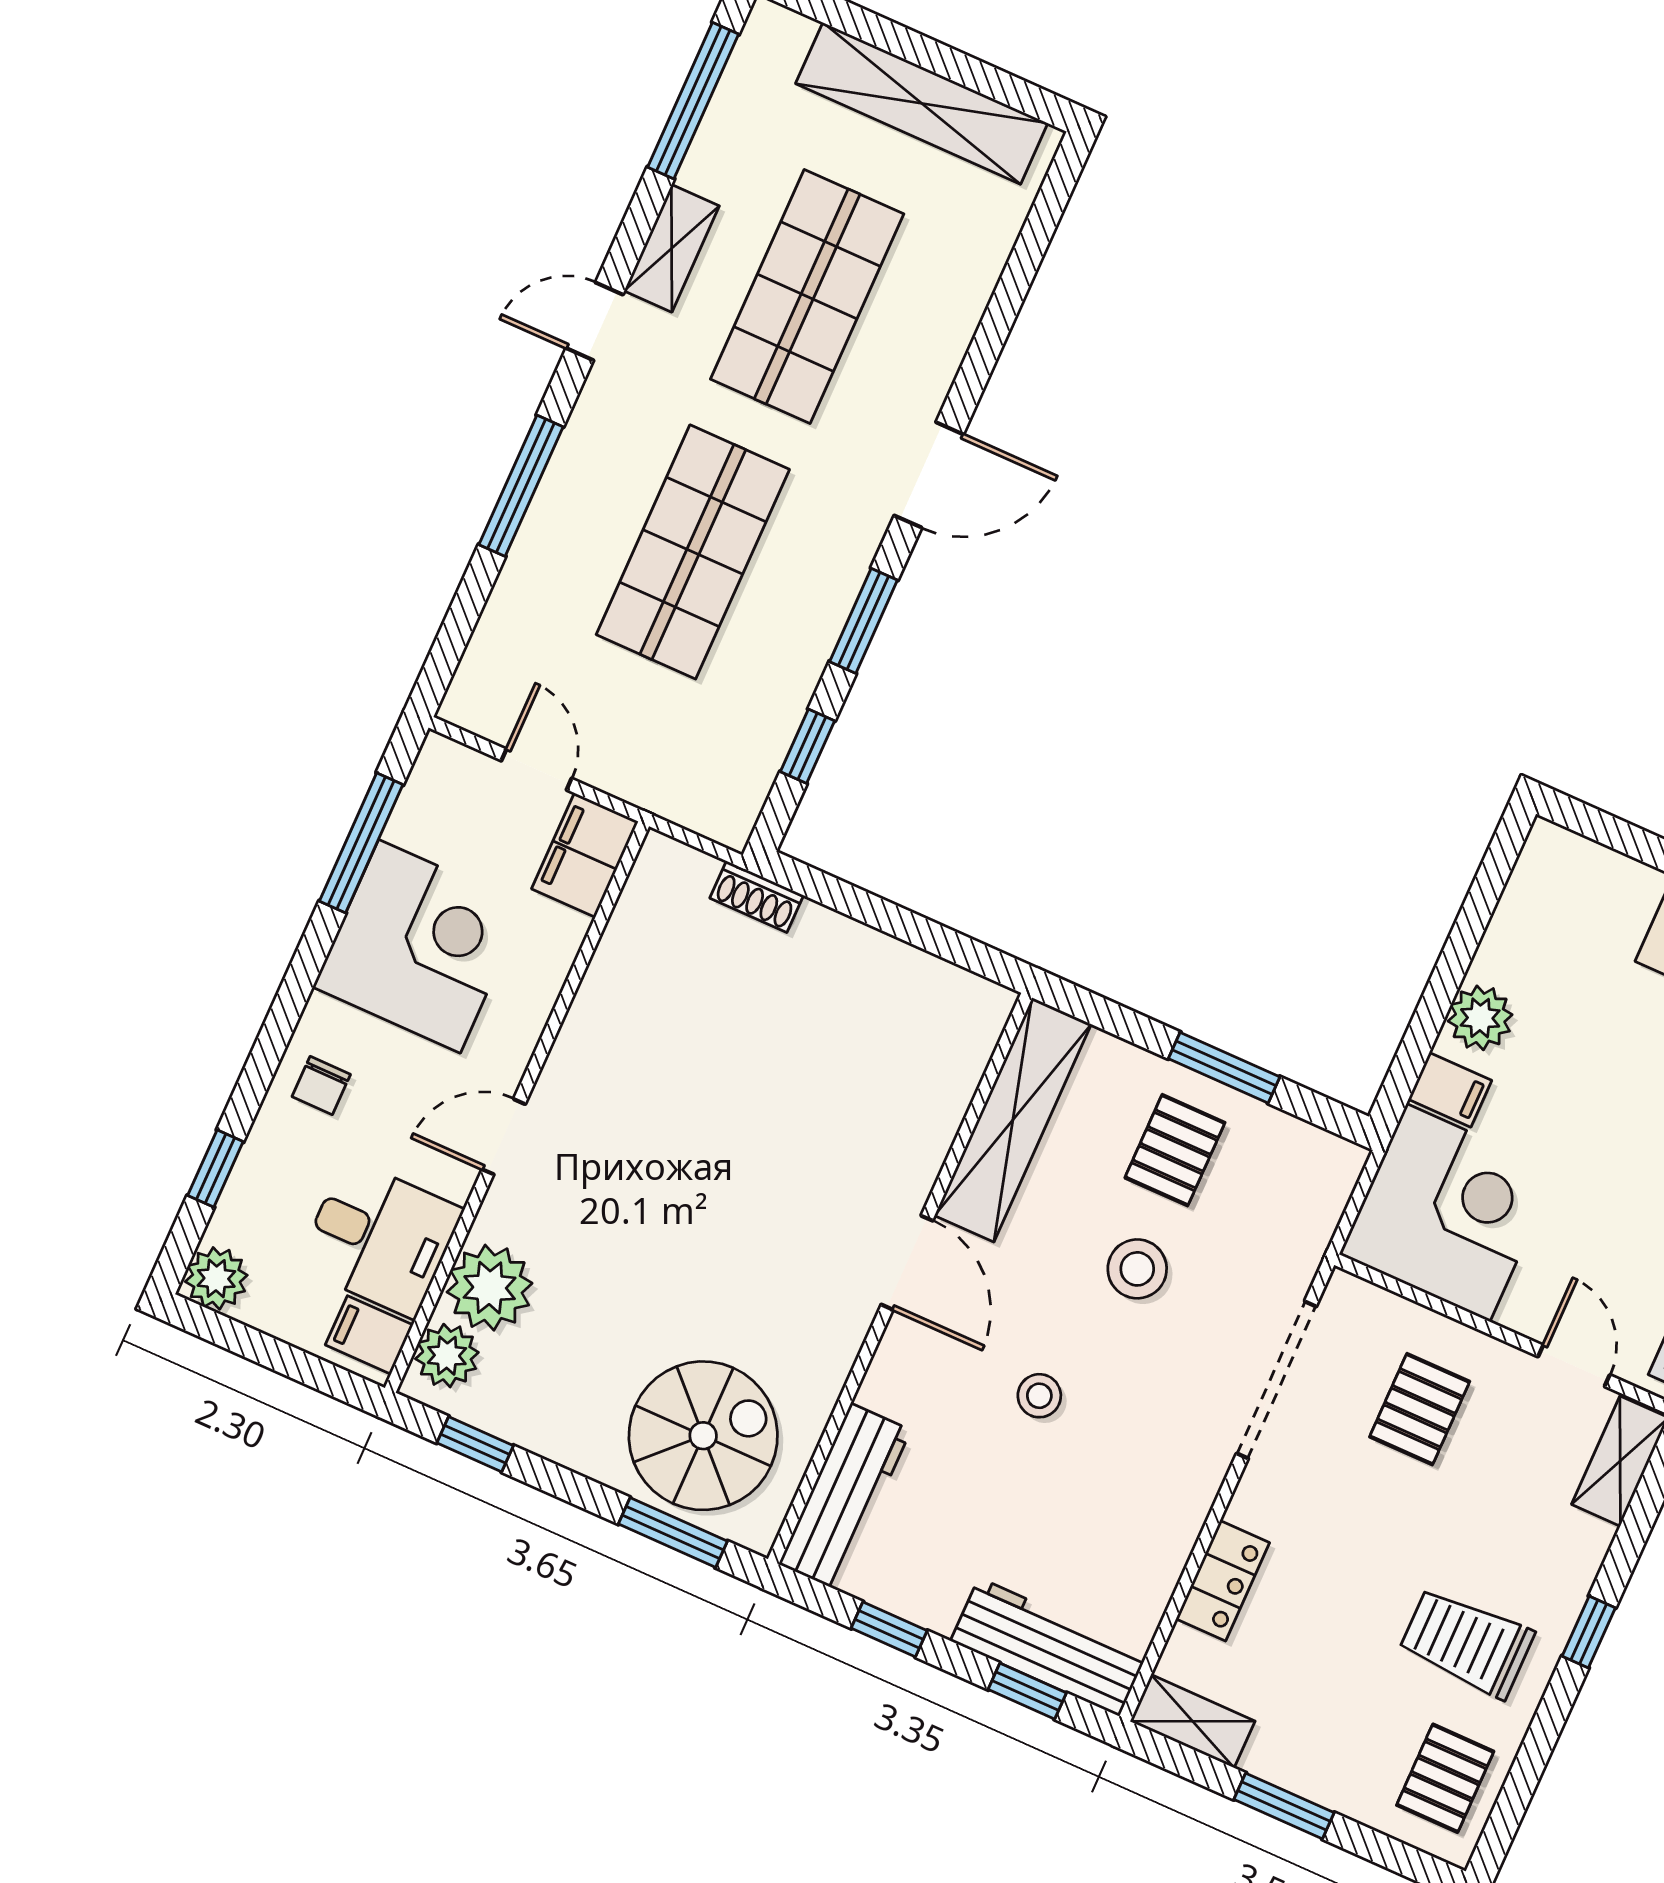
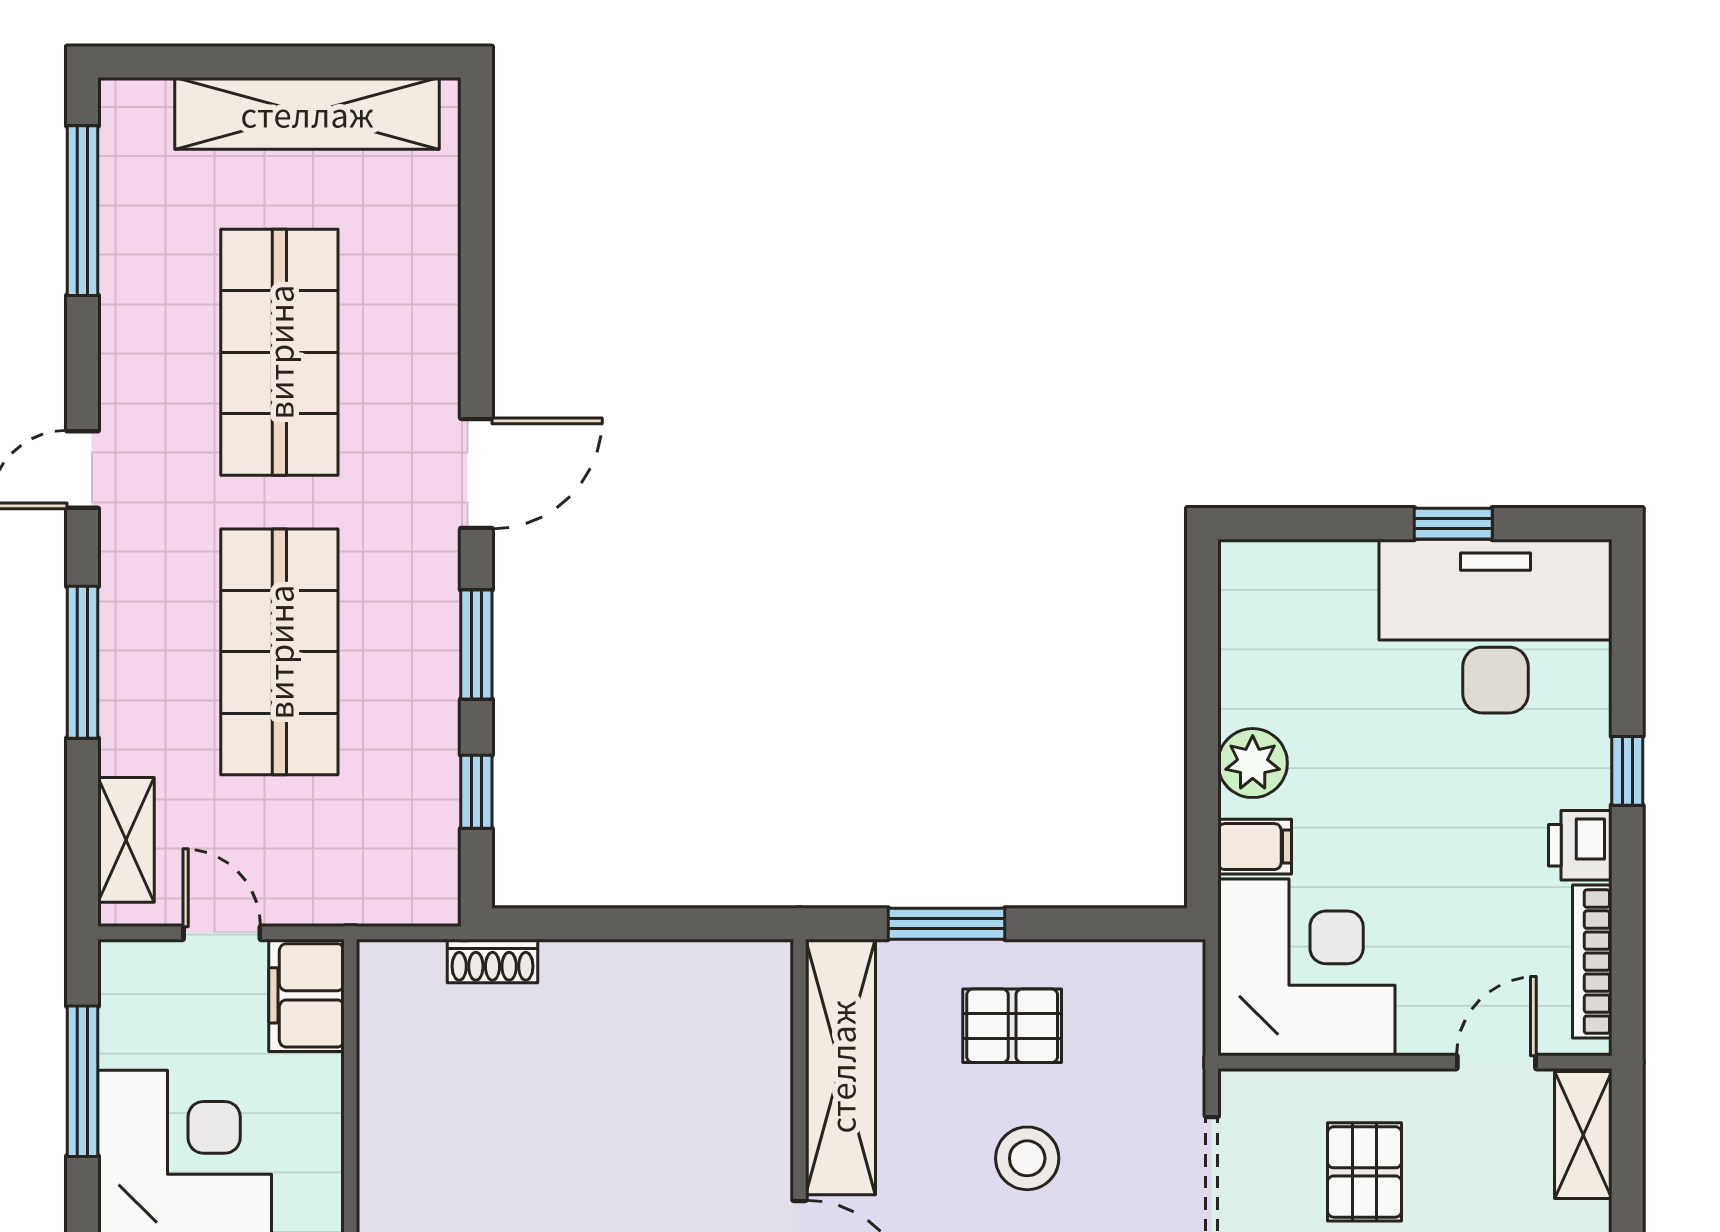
shelving: (672, 248) -> (126, 840), moved
window: (1224, 1068) -> (946, 924), moved
pallet: (1175, 1150) -> (1012, 1026), turned 90
door: (1574, 1366) -> (1496, 1062), hinge flipped

